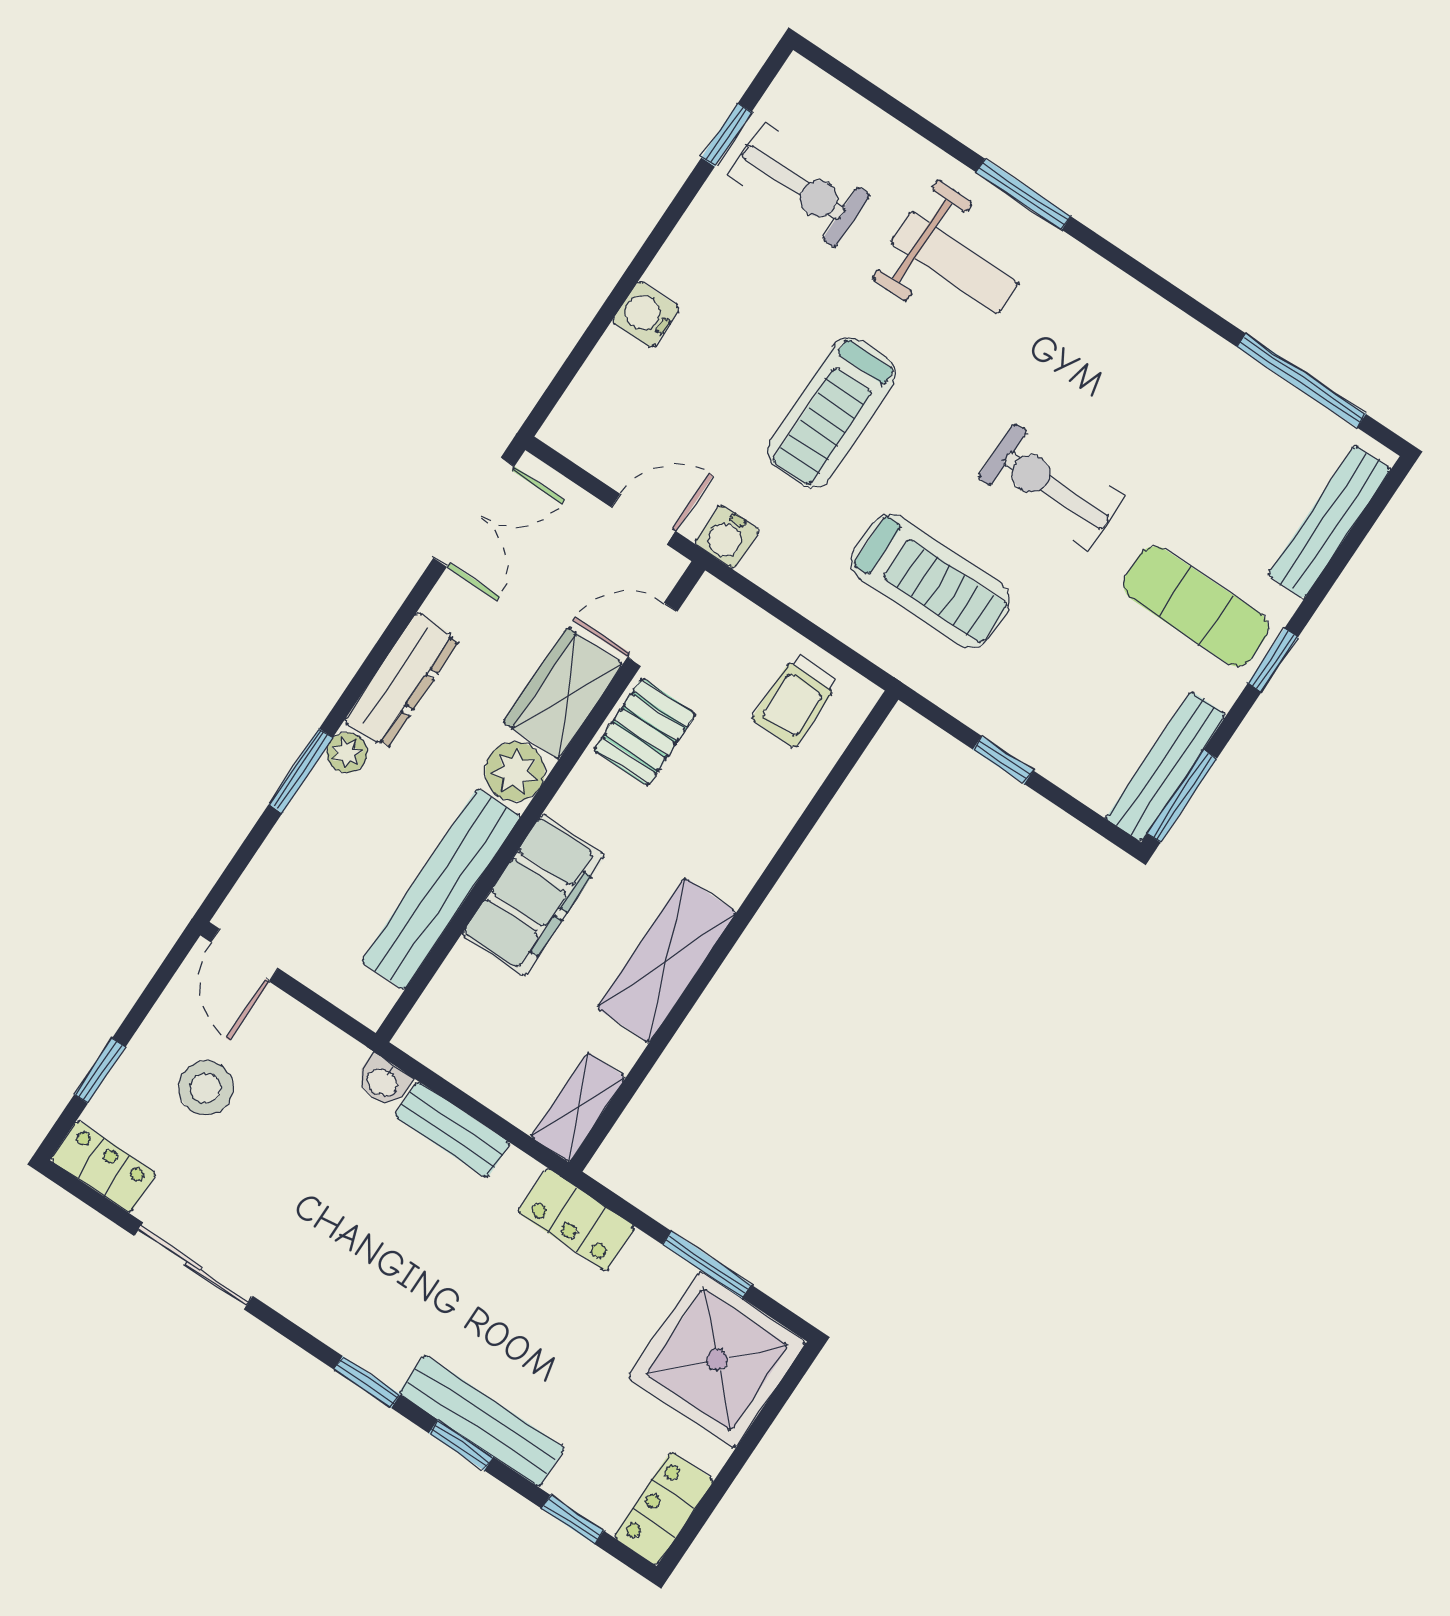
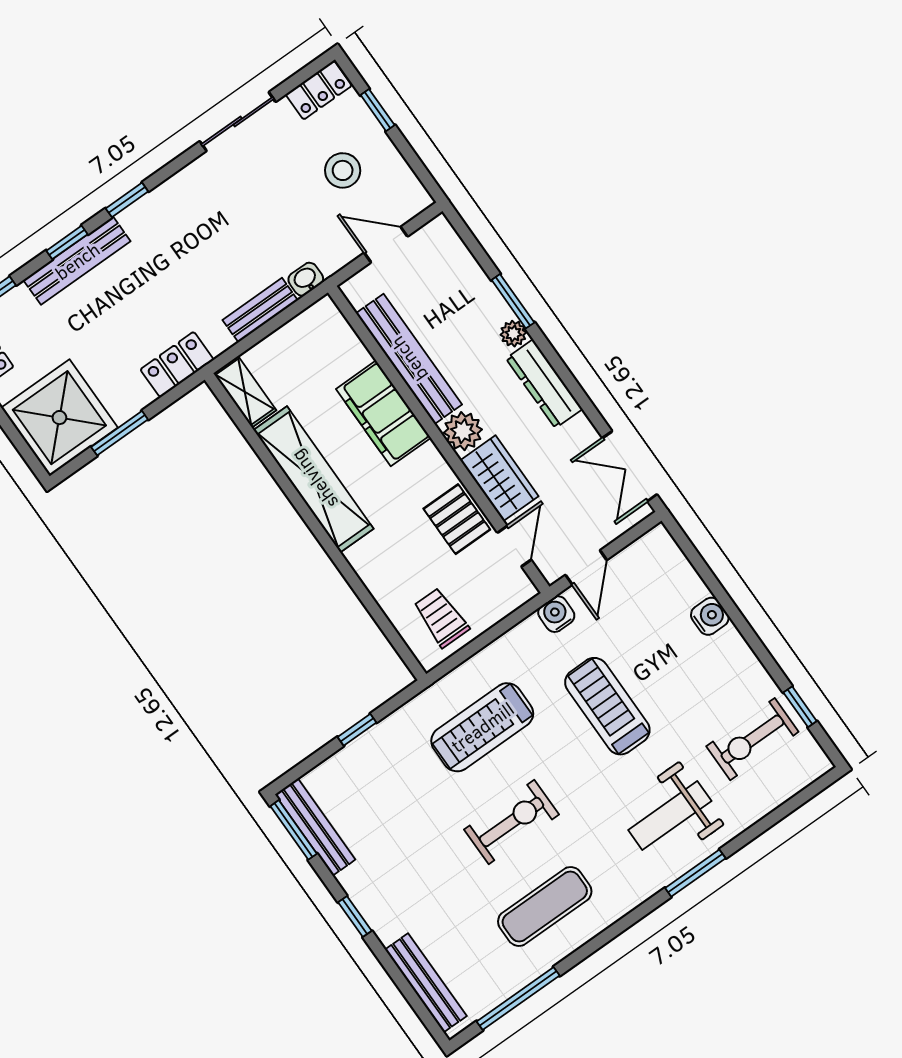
exercise mat: (1196, 606) -> (545, 906), moved
door: (244, 955) -> (386, 245), moved
shelving: (667, 960) -> (314, 479), width x1.47

